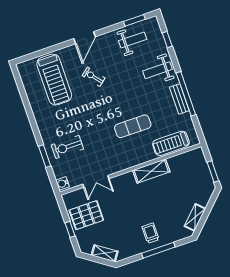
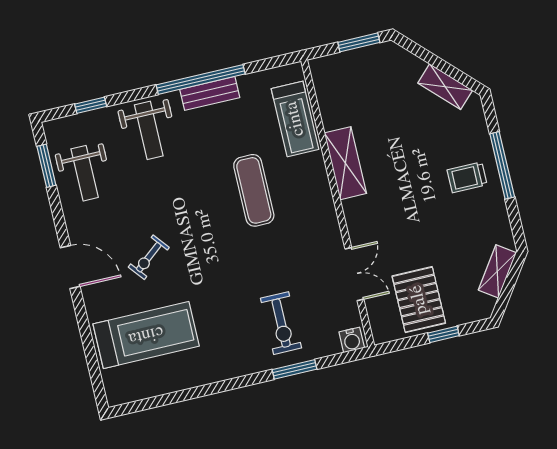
weight bench: (133, 40) -> (85, 173), turned 180

